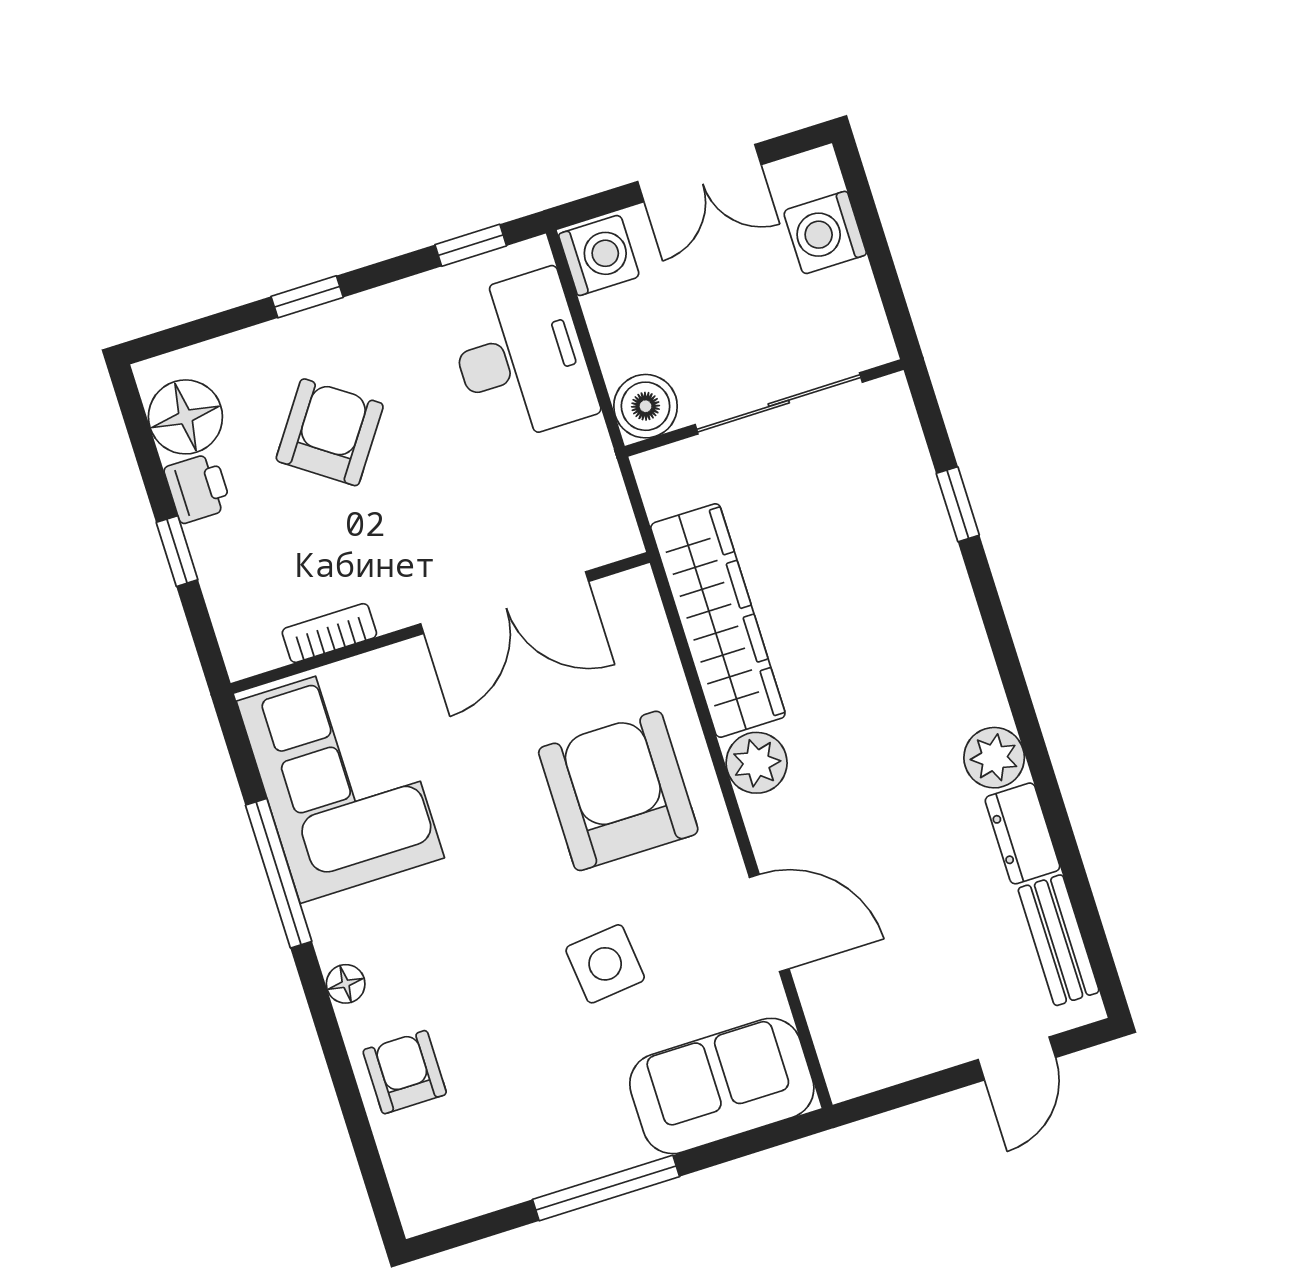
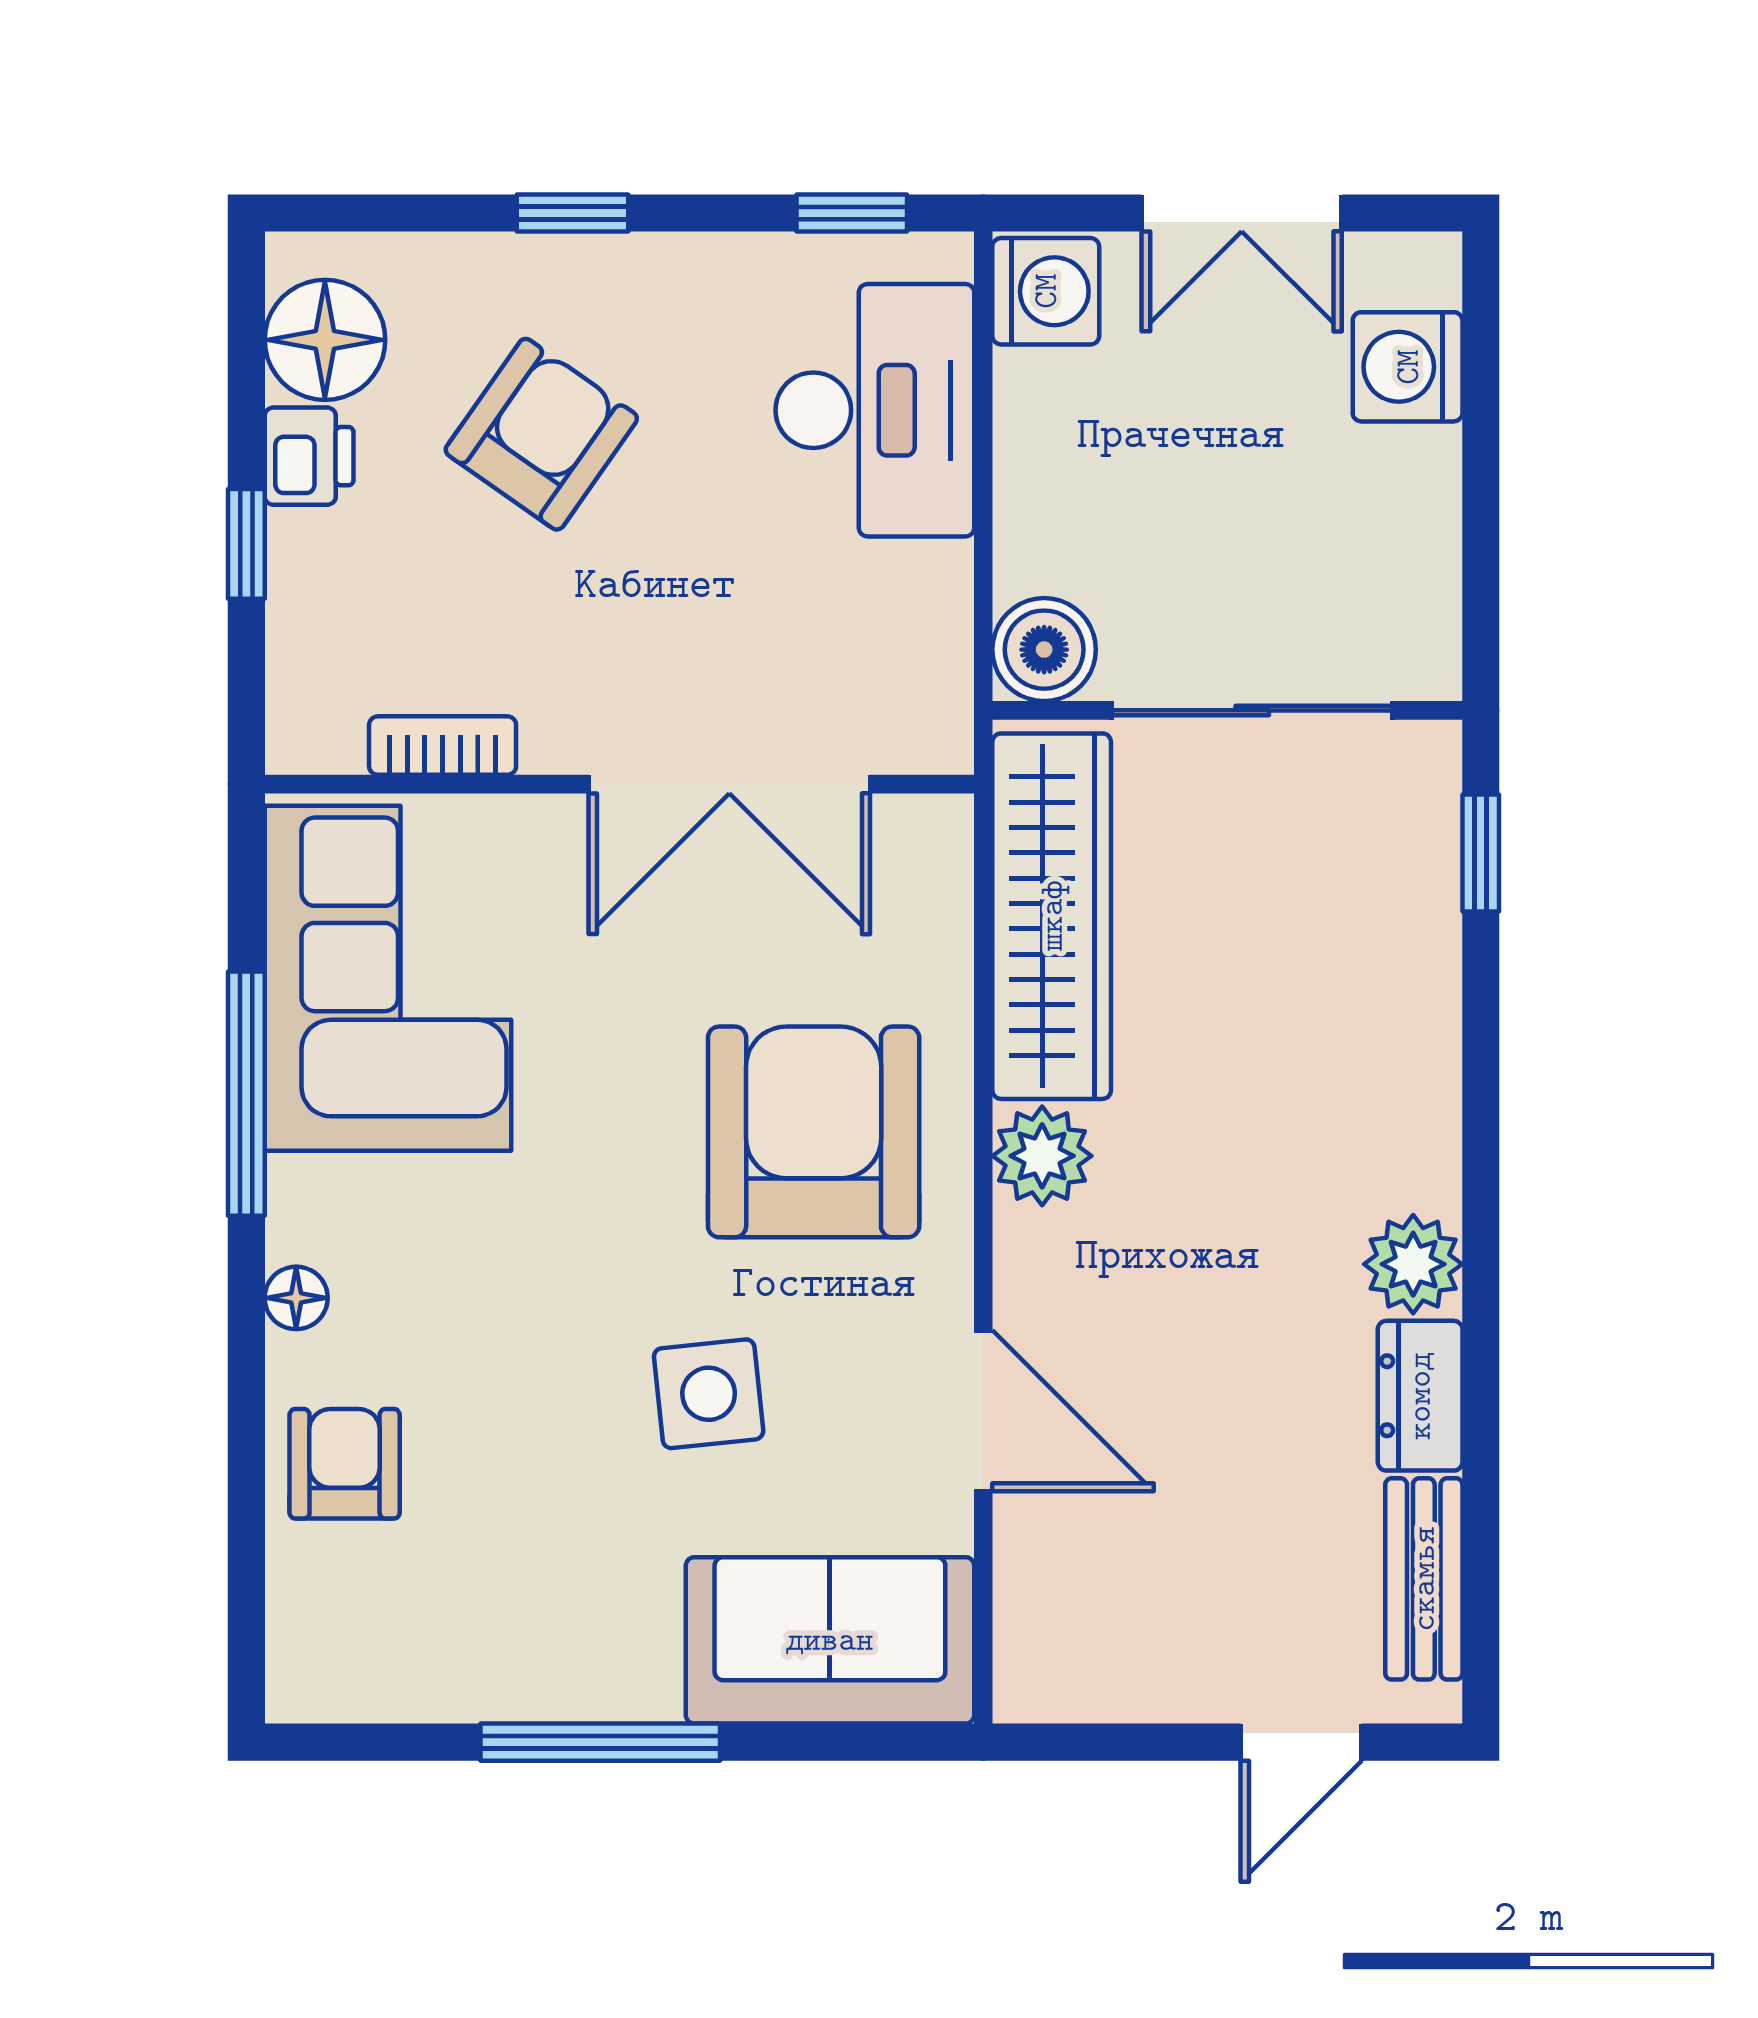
sliding door: (779, 403) -> (1252, 710), moved
boiler: (646, 406) -> (1044, 650), moved
wall: (764, 408) -> (1227, 710), moved

